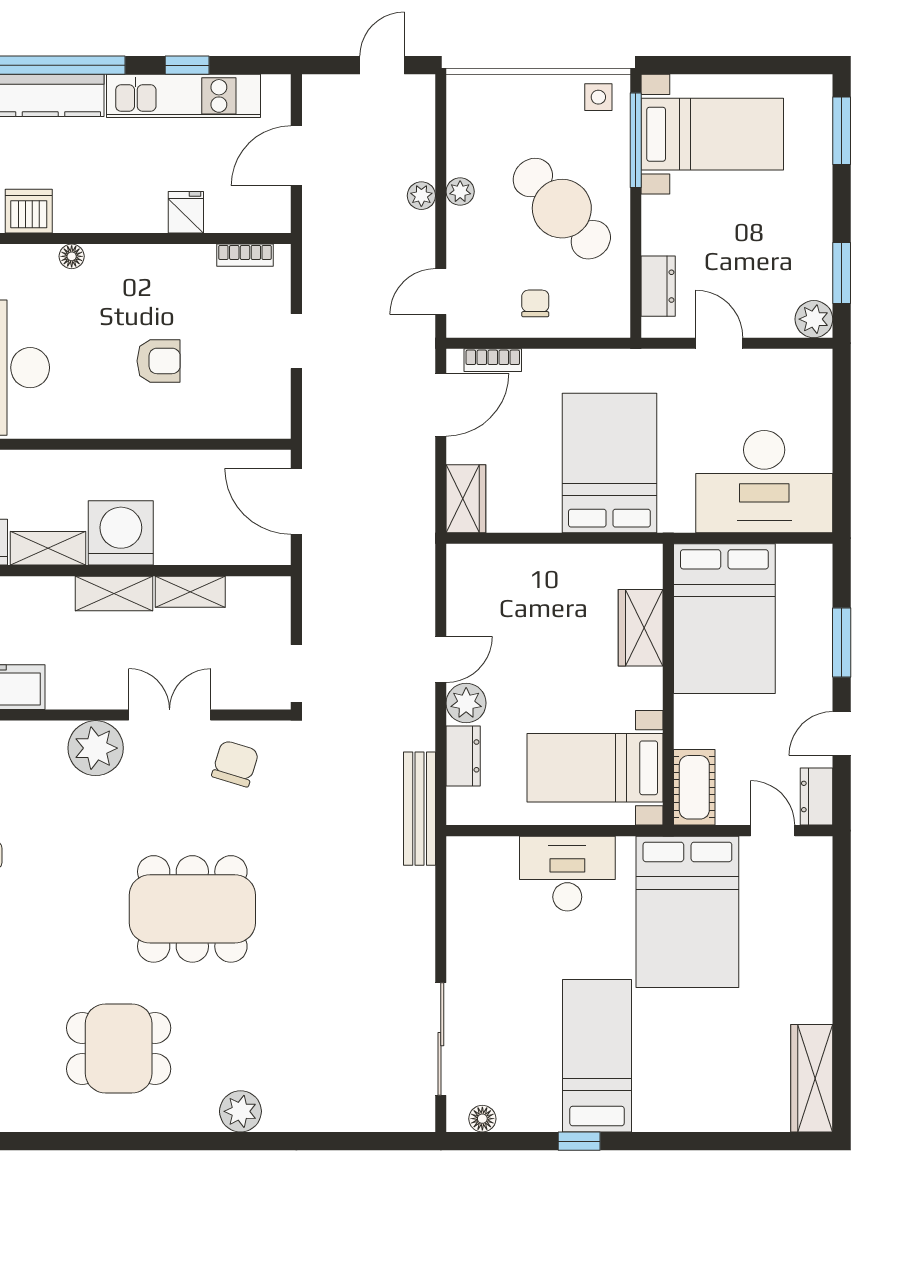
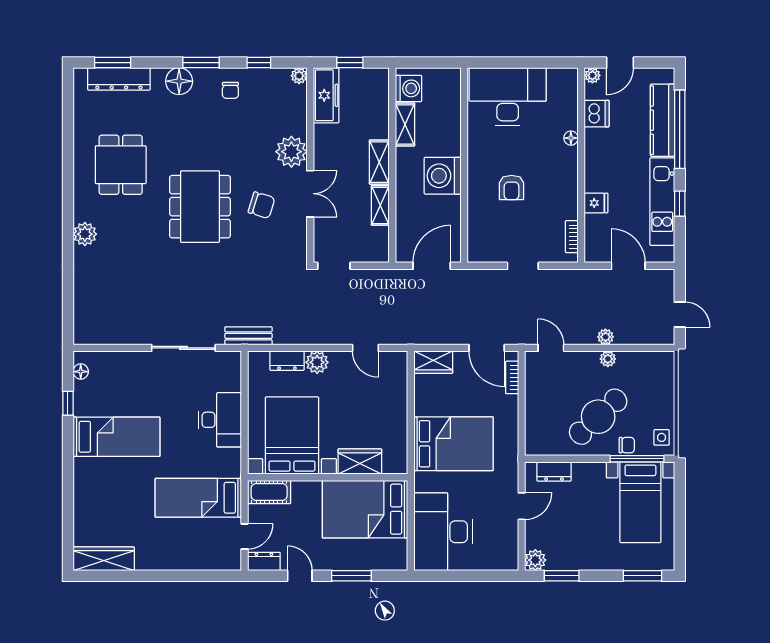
chair: (535, 303) -> (627, 445), moved
washing machine: (121, 533) -> (443, 176), moved, turned 180
door: (441, 659) -> (365, 348), moved
chair: (235, 764) -> (262, 205), moved
bed with nightstands: (595, 768) -> (292, 436), width x1.36
bench: (420, 809) -> (248, 336), width x0.73
bed: (687, 912) -> (198, 498), width x0.67
sliding door: (441, 1039) -> (183, 348), moved
window: (579, 1141) -> (68, 403), moved

